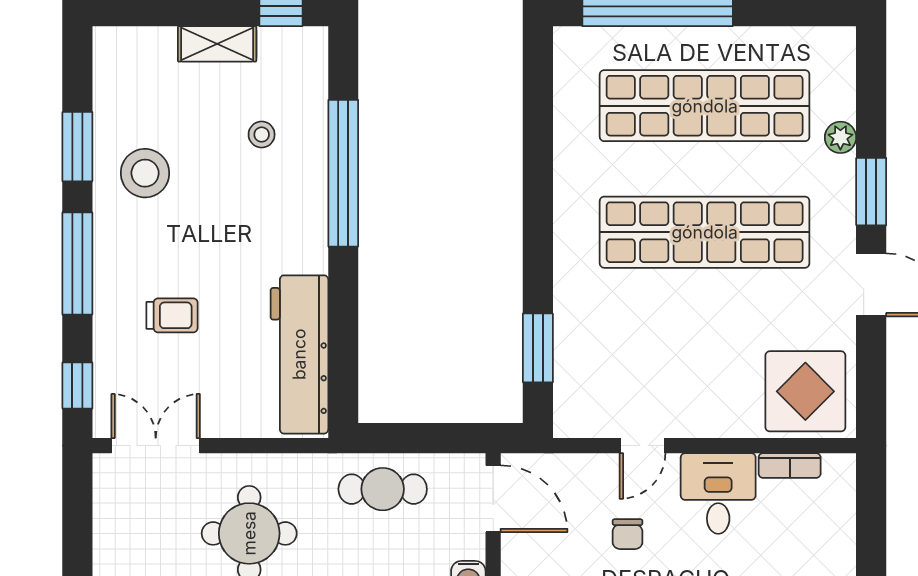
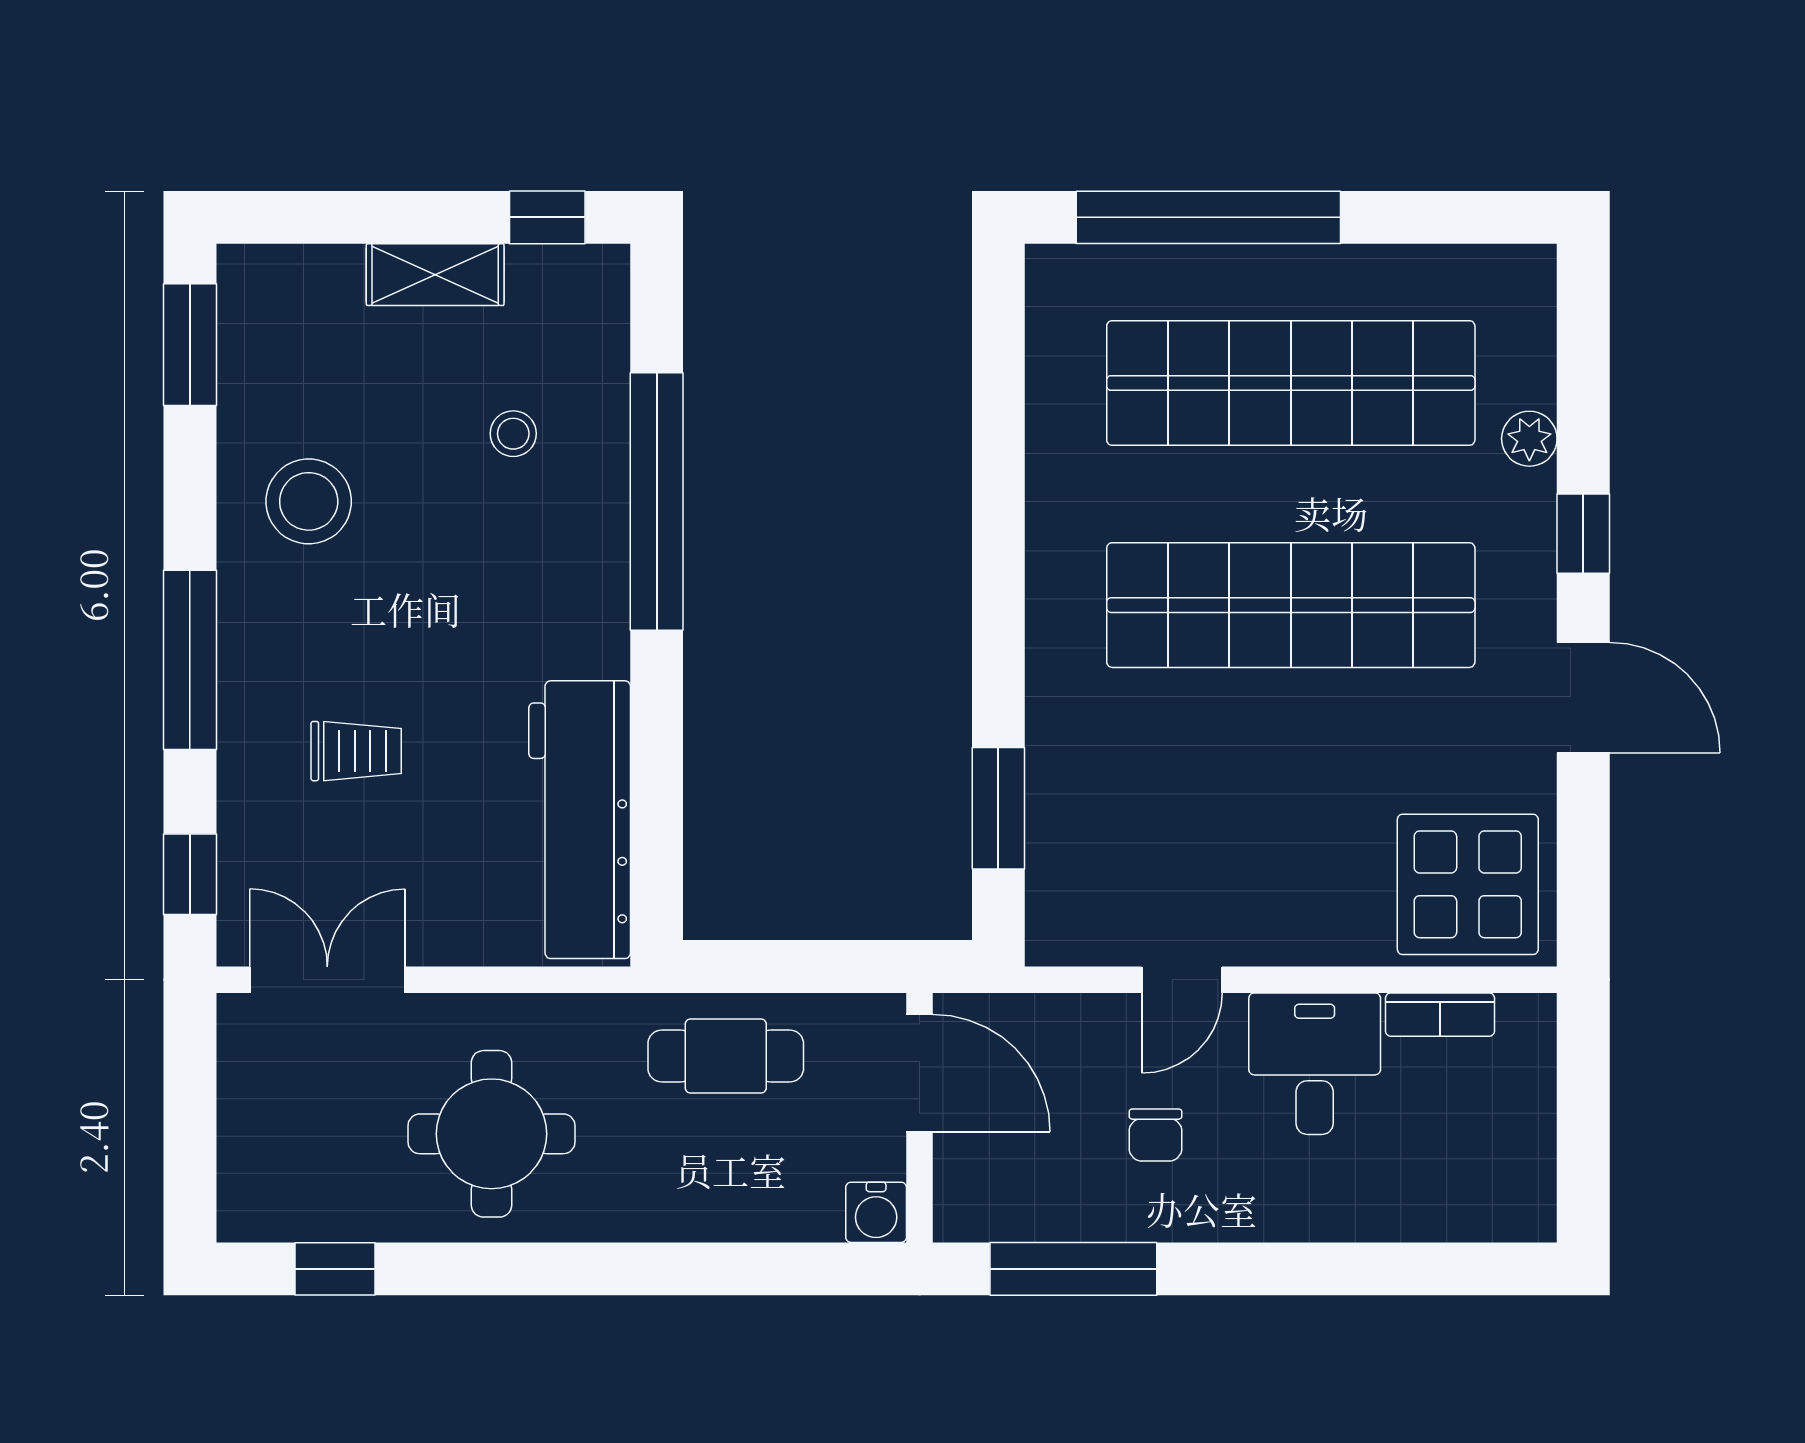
window: (77, 147) -> (190, 345), moved
window: (871, 192) -> (1583, 534), width x0.67

